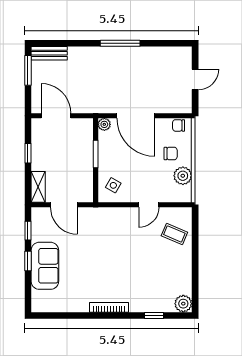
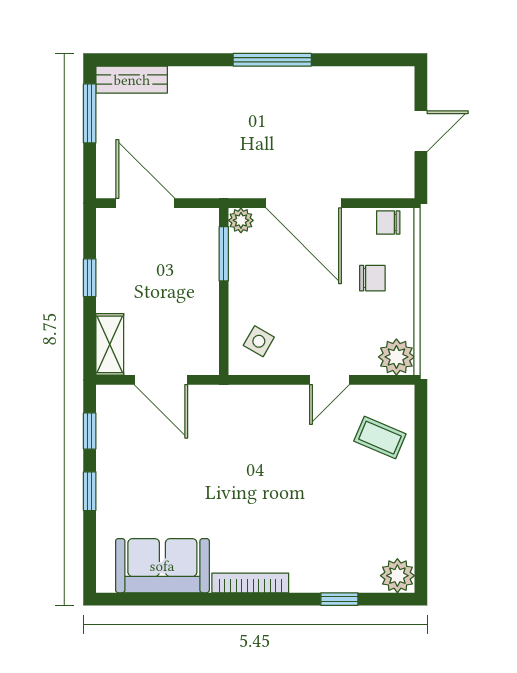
window: (96, 154) -> (224, 254), moved
plant: (183, 176) -> (396, 357), moved
sofa: (45, 266) -> (162, 566), moved, turned -90

